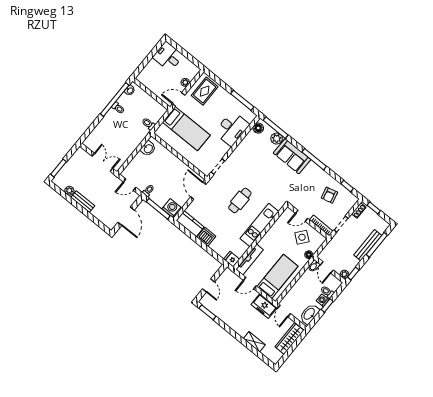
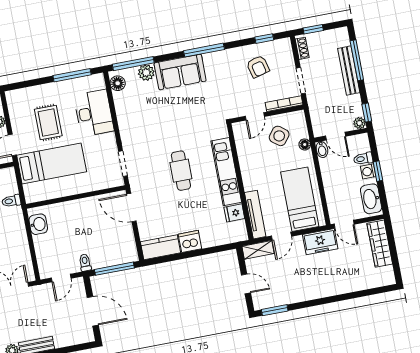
rug: (205, 91) -> (48, 122), moved
washing machine: (171, 208) -> (126, 253), removed
fridge: (232, 259) -> (234, 213), moved
shelving: (254, 342) -> (258, 250), moved

